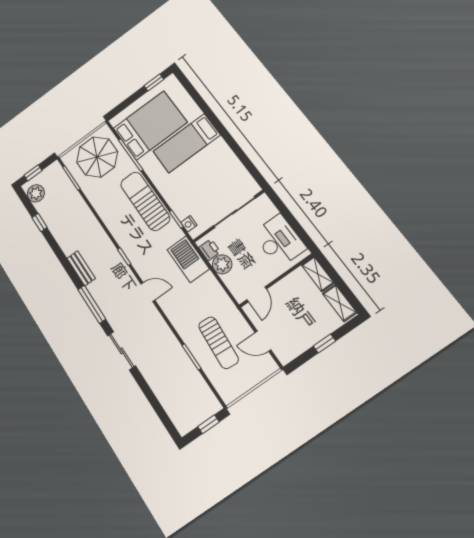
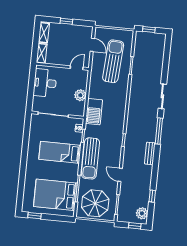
bed: (187, 143) -> (60, 152), moved, turned 180
printer: (209, 250) -> (80, 107), removed
door: (148, 292) -> (120, 175), moved
sun lounger: (218, 343) -> (113, 61), width x1.36, depth x1.34

